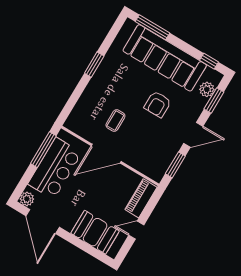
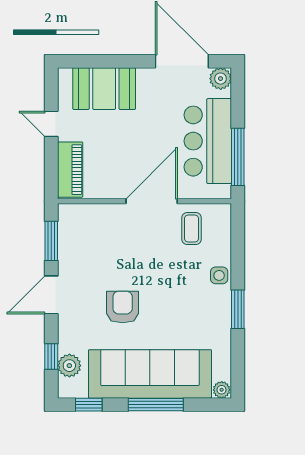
plant: (130, 25) -> (222, 390), added
window: (152, 27) -> (156, 405), moved
side table: (93, 90) -> (219, 275), added
window: (214, 100) -> (51, 357), width x0.67
coffee table: (115, 120) -> (191, 228), moved
door: (136, 230) -> (51, 124), swing flipped

